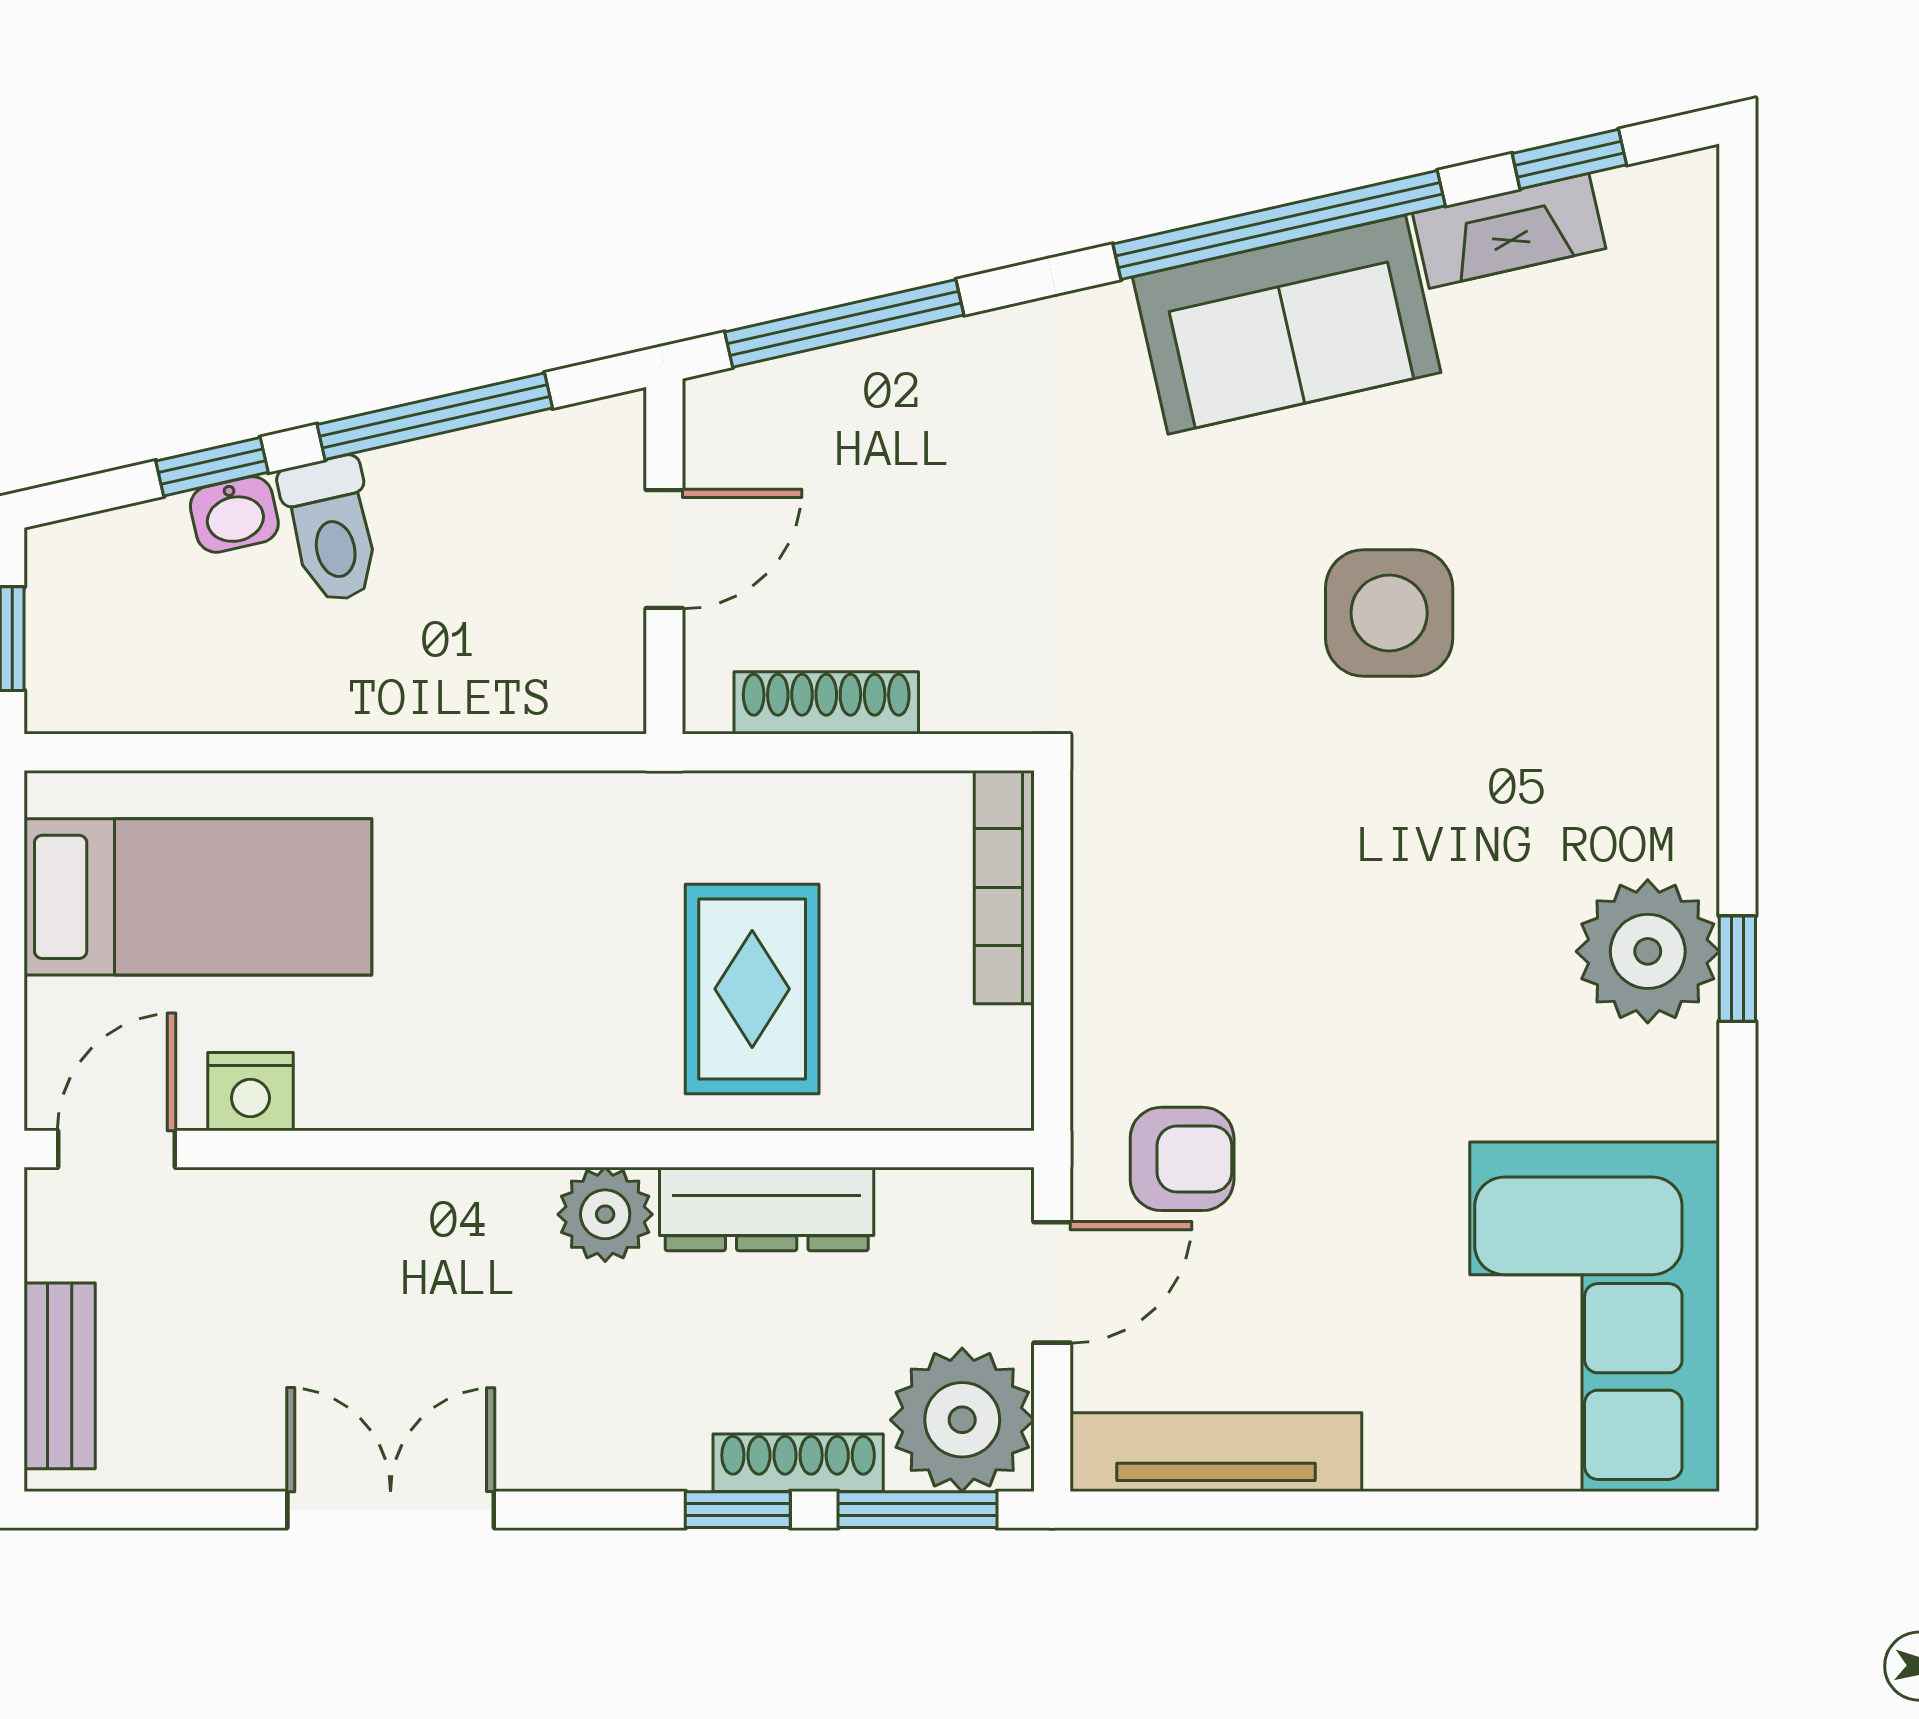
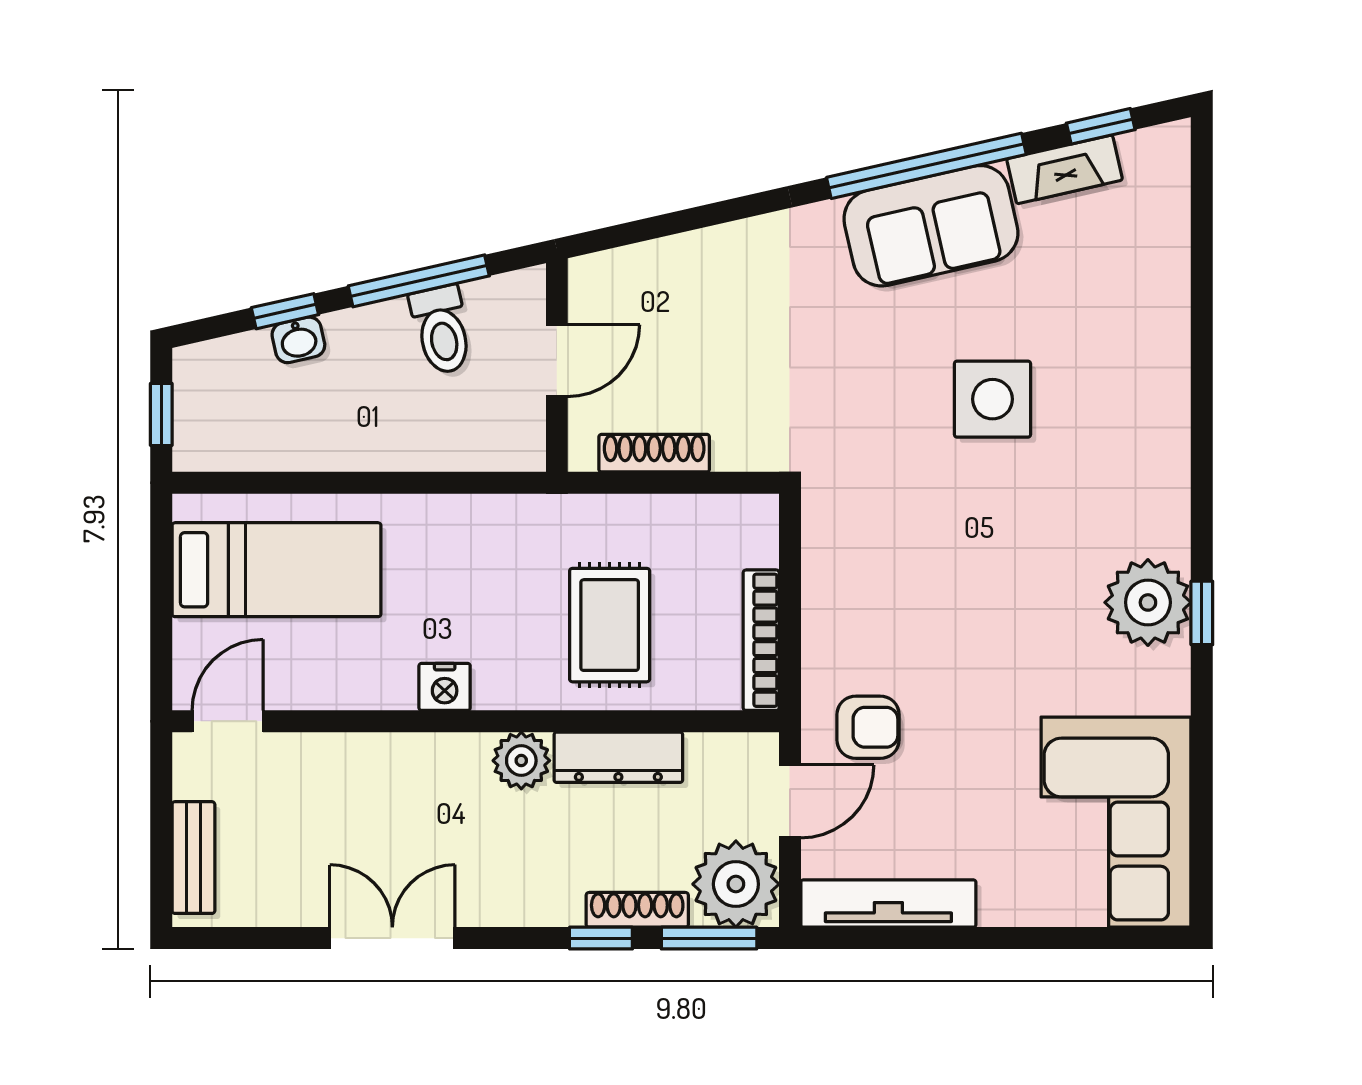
window: (844, 323) -> (665, 225), removed
toilet: (331, 530) -> (442, 330), moved
bookcase: (1004, 887) -> (761, 640), moved
nightstand: (250, 1092) -> (445, 687), moved

